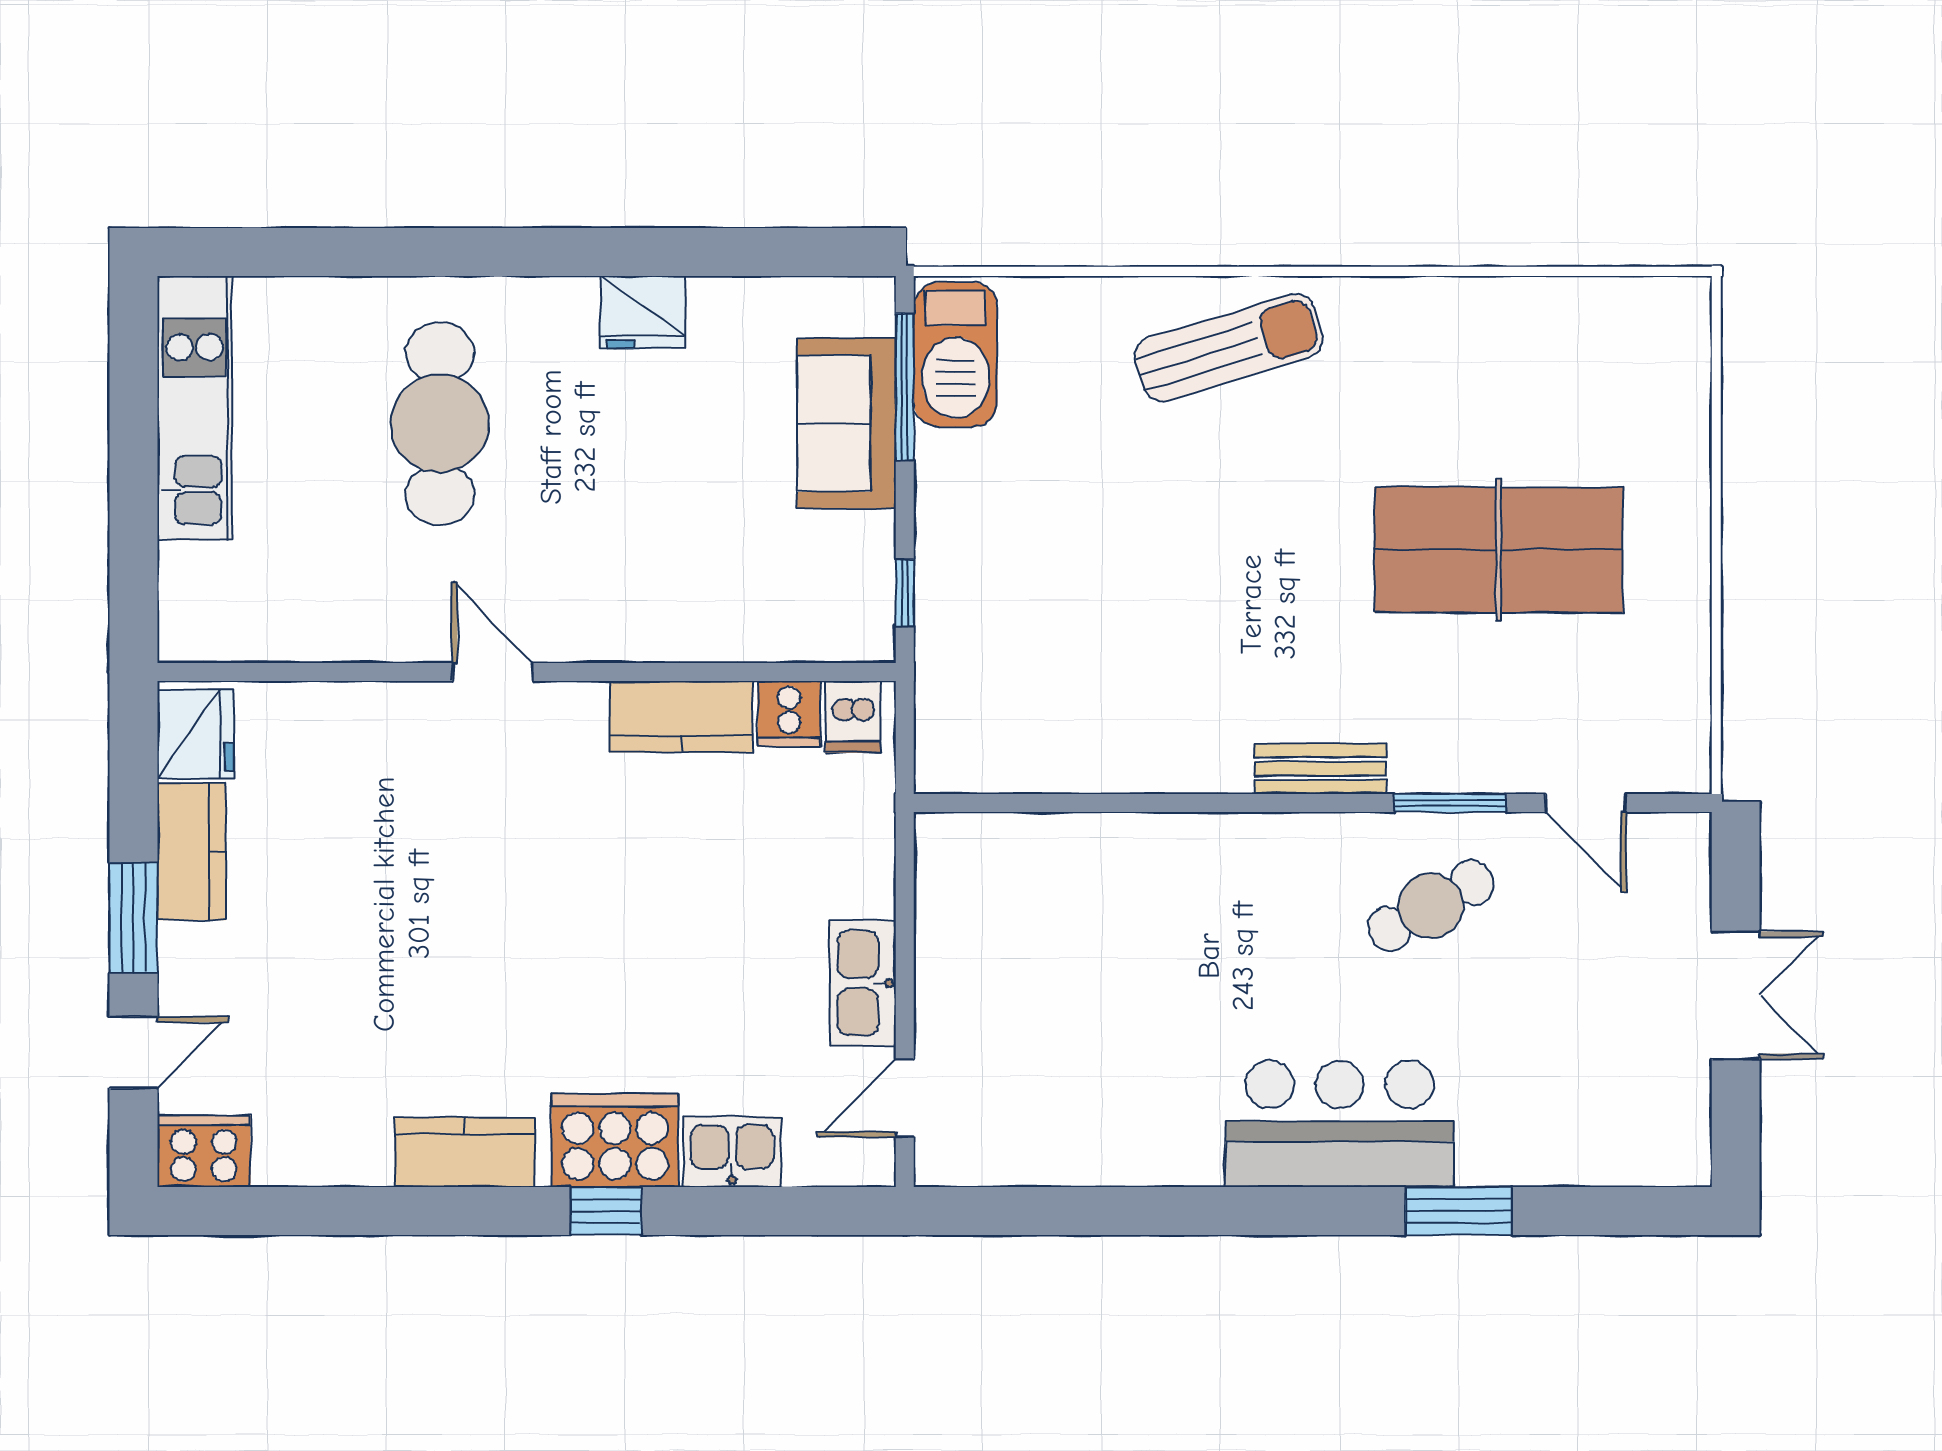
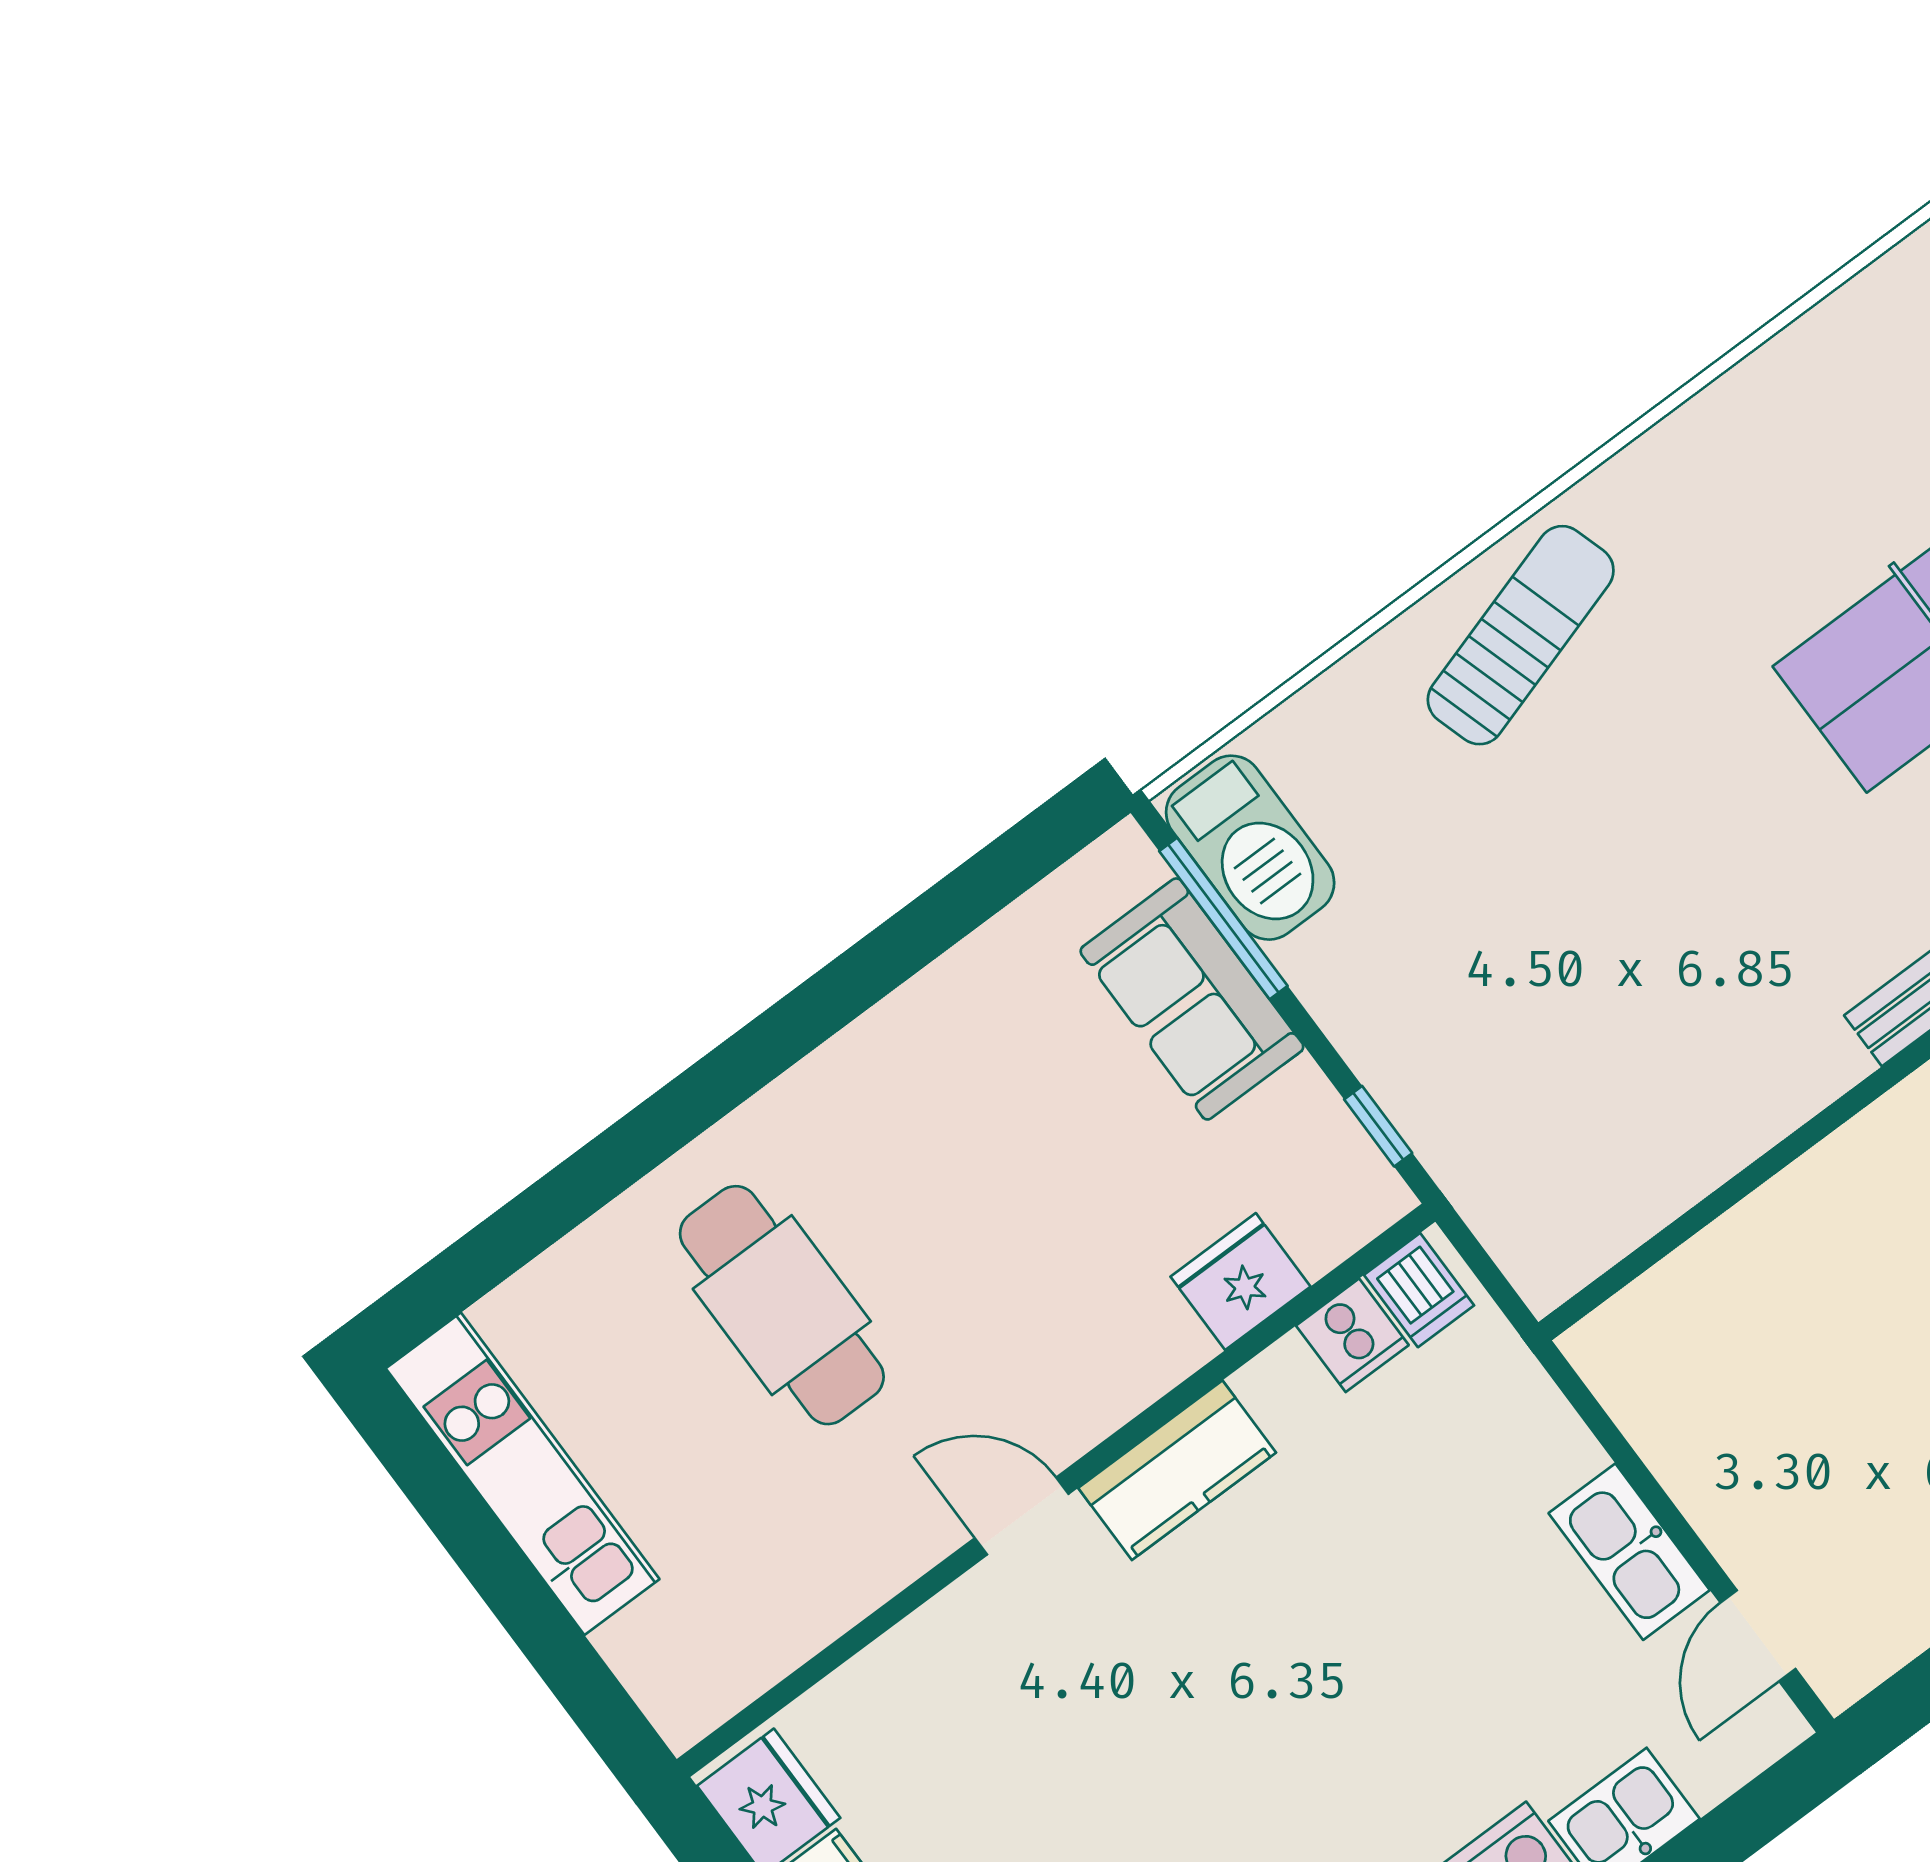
fridge: (643, 312) -> (1241, 1282), moved, turned 180
kitchen counter: (681, 717) -> (1177, 1470), moved

